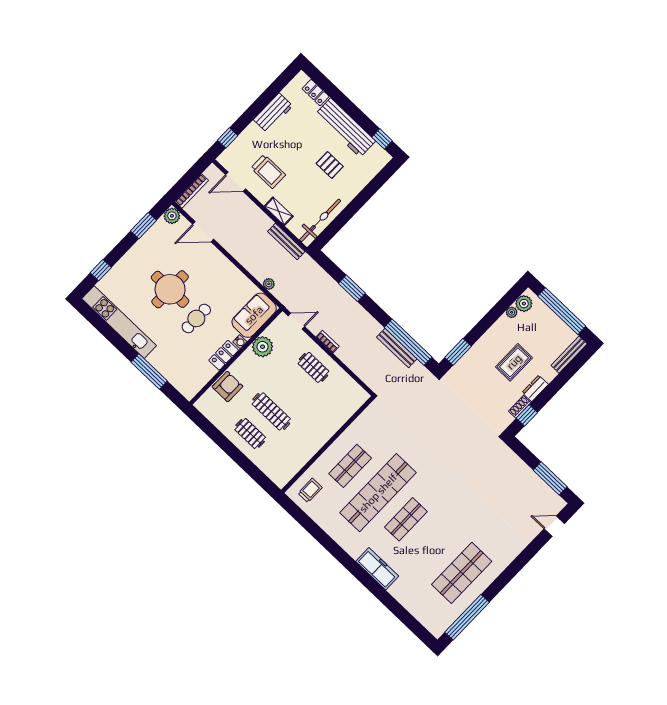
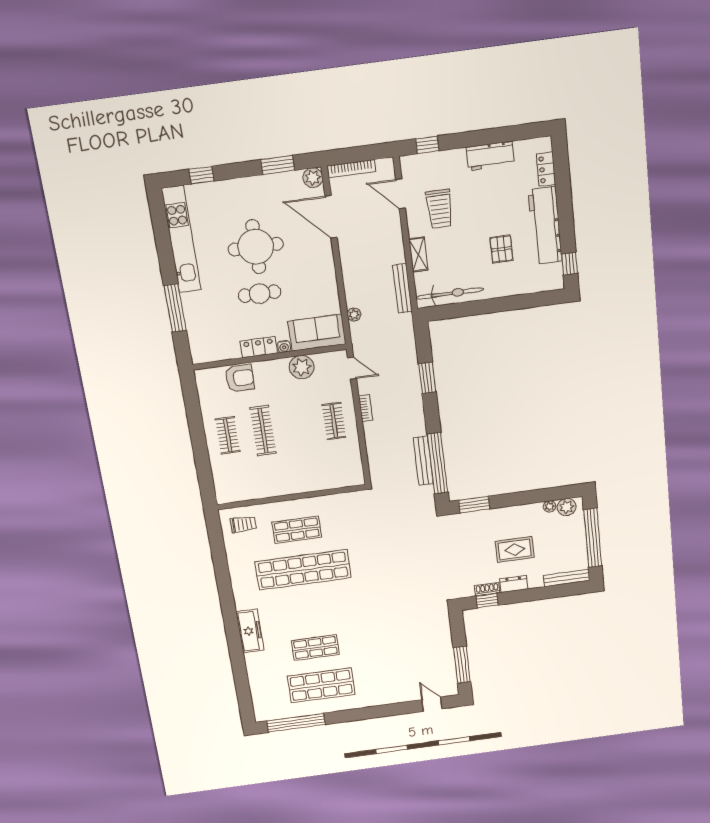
door: (203, 232) -> (331, 217), width x1.36
shop shelf: (406, 519) -> (315, 648), moved

